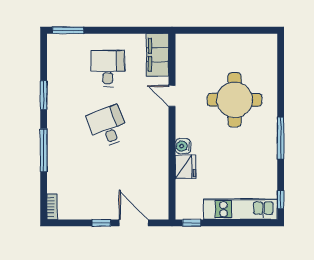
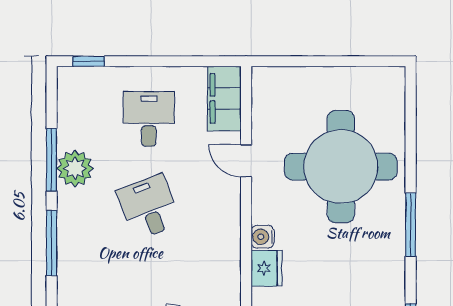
window: (68, 30) -> (89, 61), width x0.67
window: (44, 95) -> (52, 160), width x1.44
round table: (235, 100) -> (341, 167), width x1.36, depth x1.36
plant: (59, 101) -> (75, 168), added

